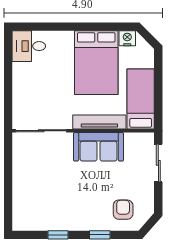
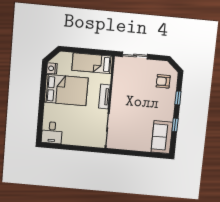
tv unit: (99, 122) -> (104, 97), width x0.71
sofa: (98, 147) -> (162, 137), moved, turned 180

